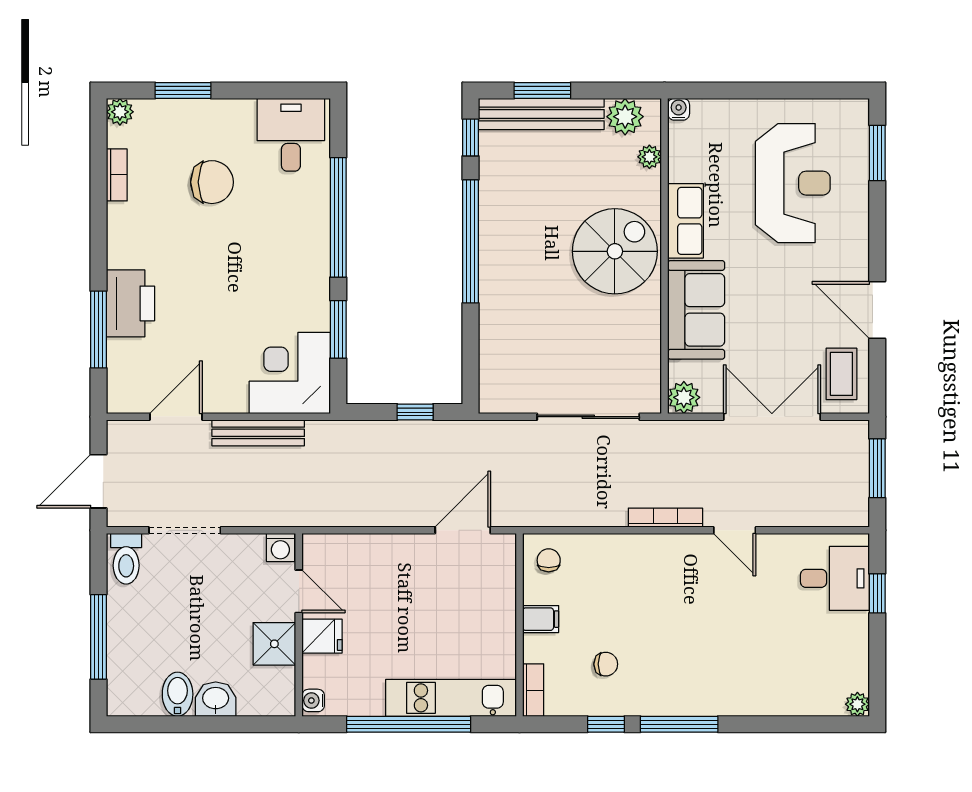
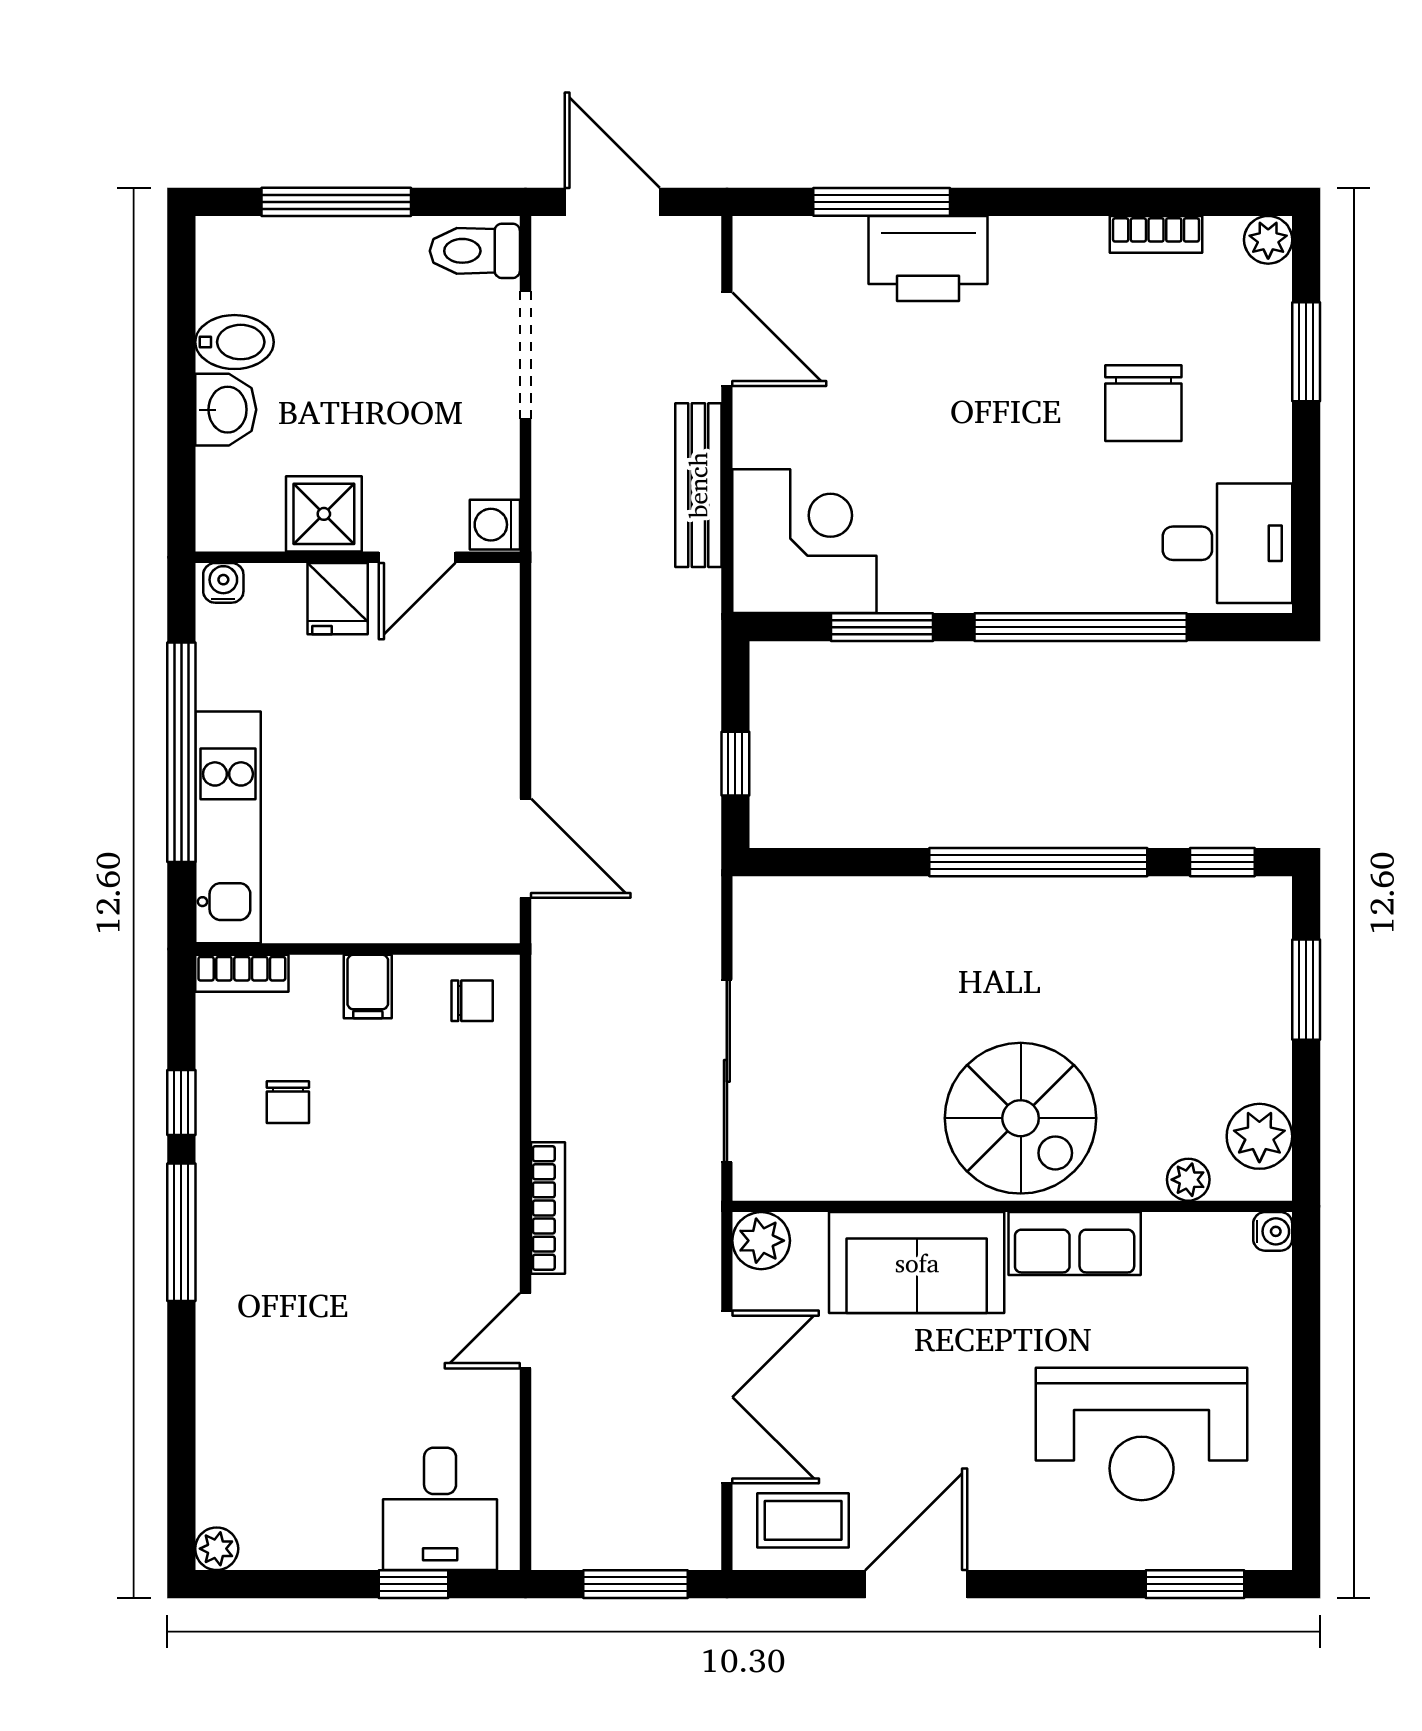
bench: (541, 114) -> (1264, 988), removed

